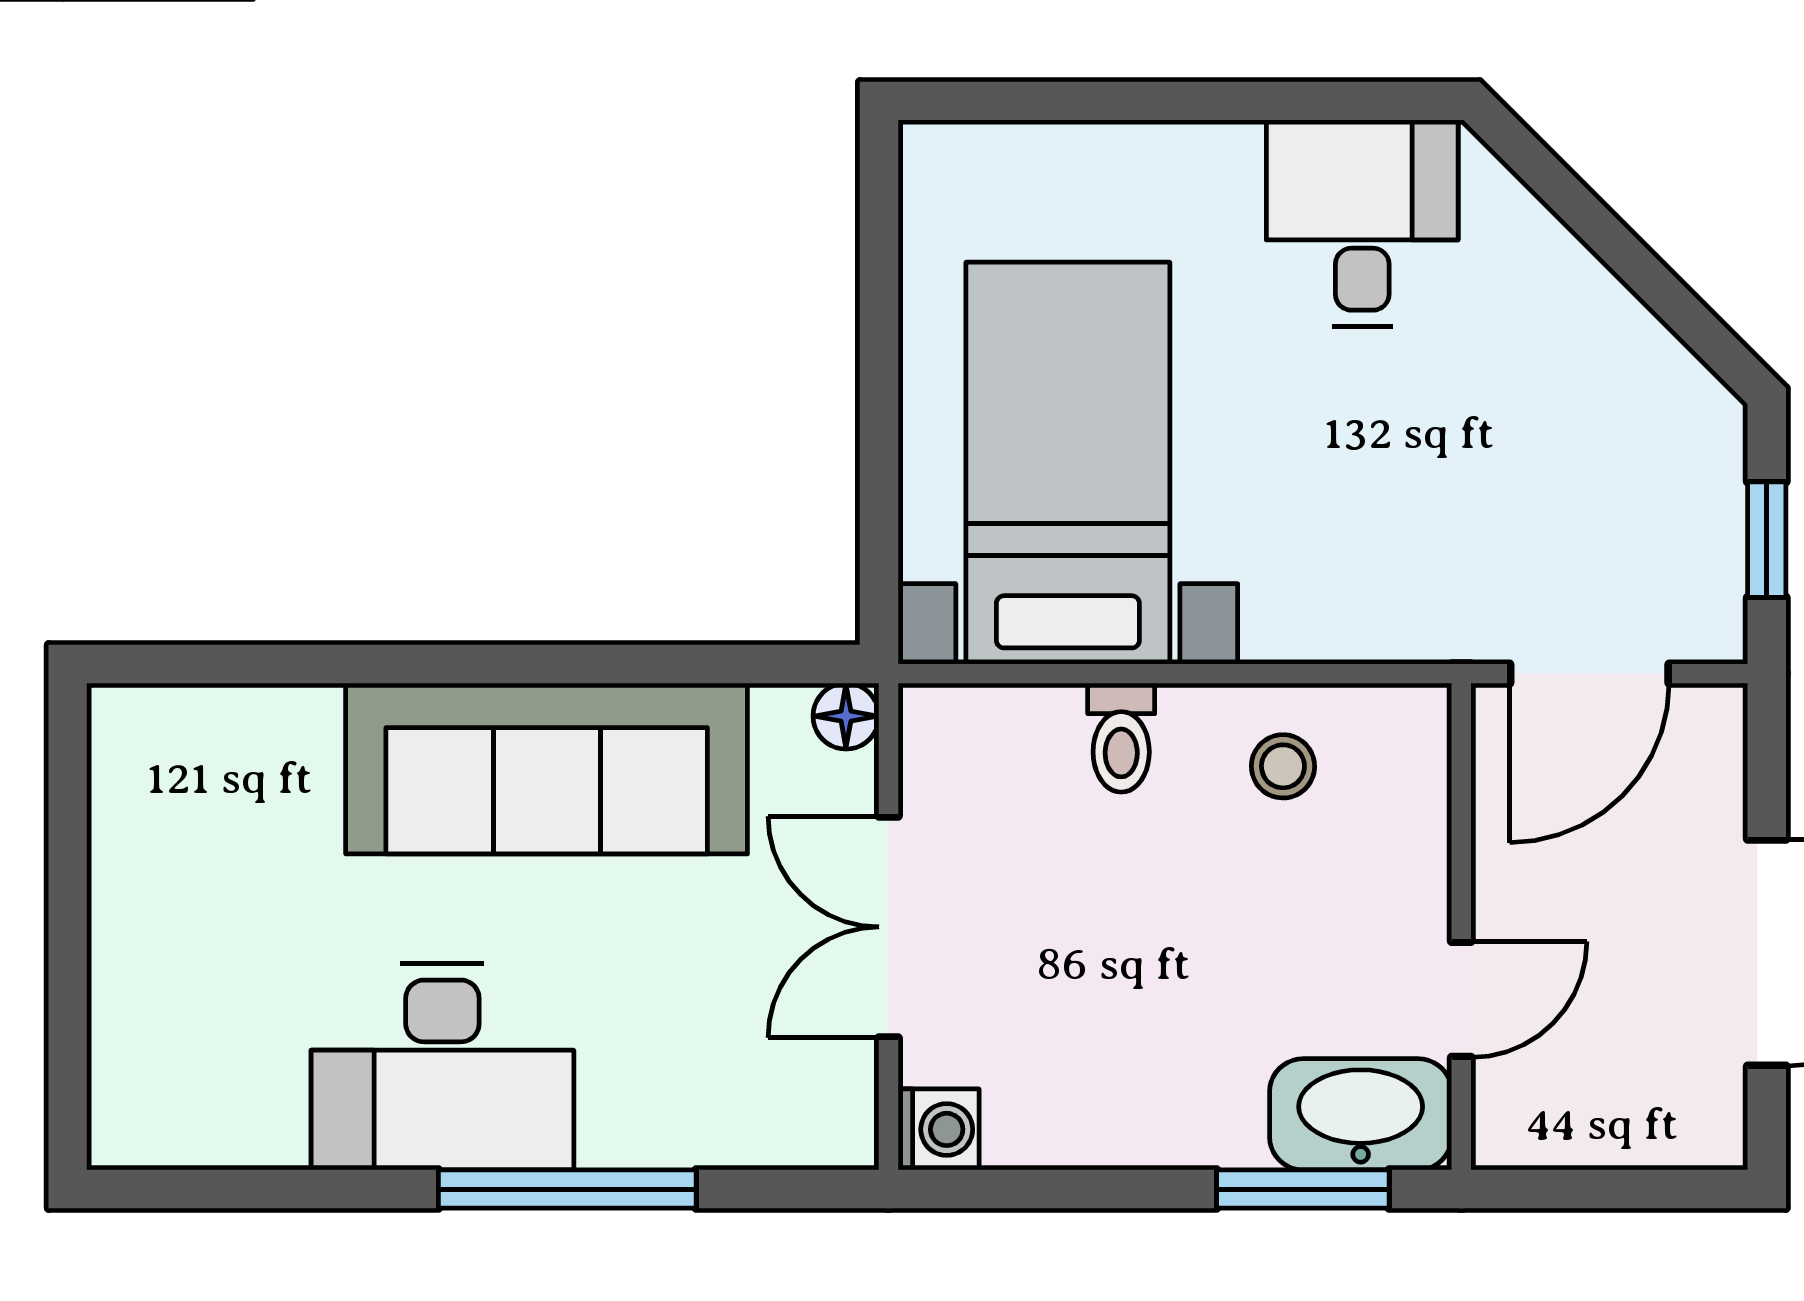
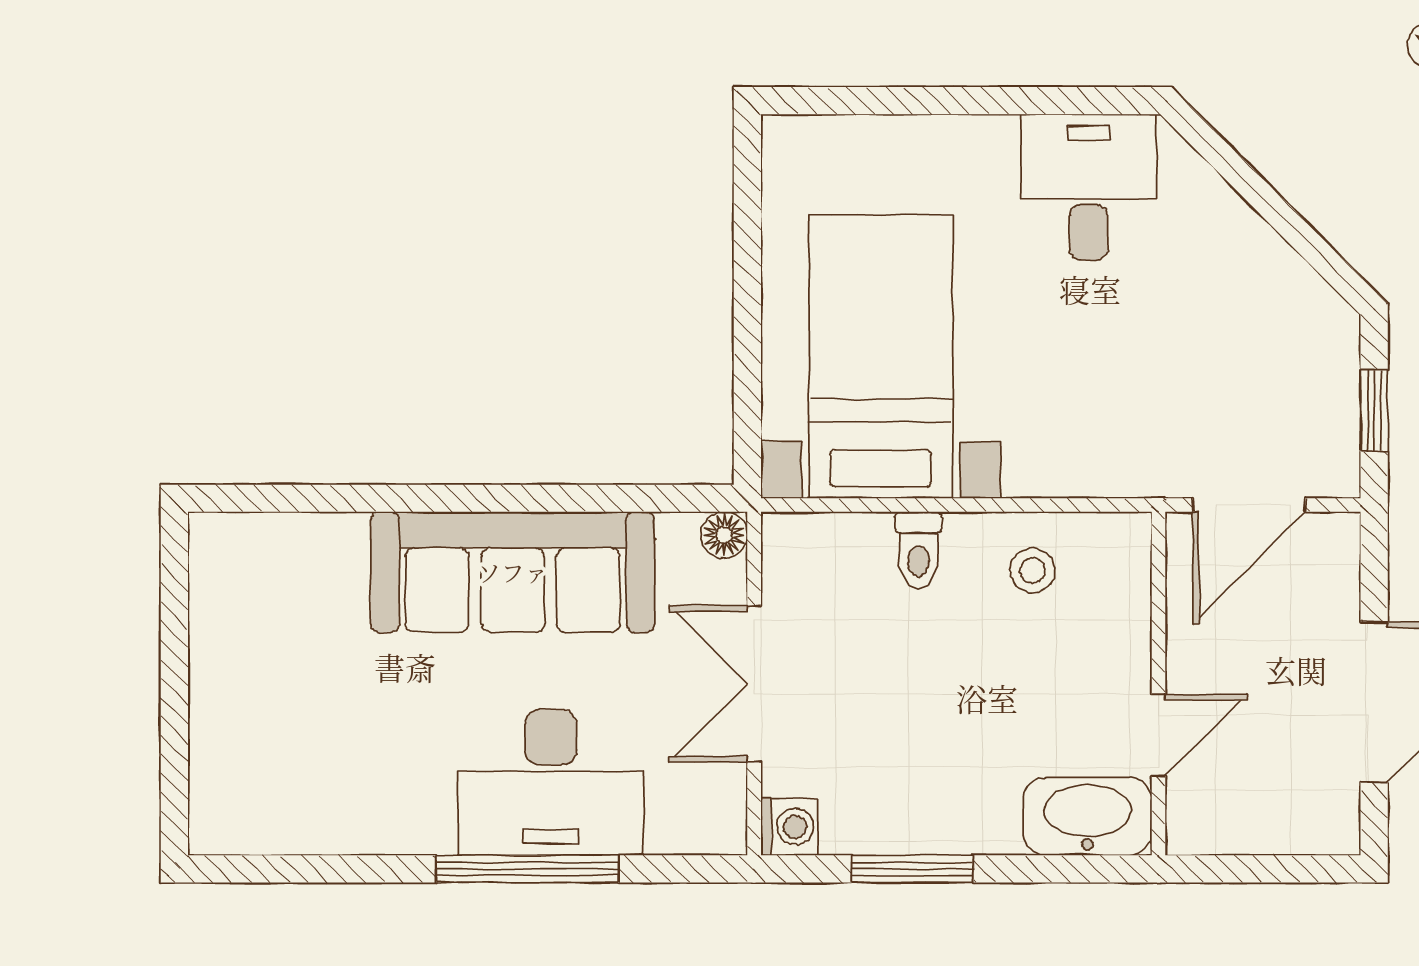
desk: (442, 1067) -> (551, 783), moved
window: (1303, 1189) -> (912, 869), moved

